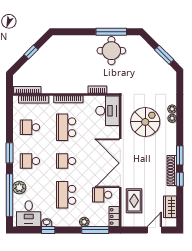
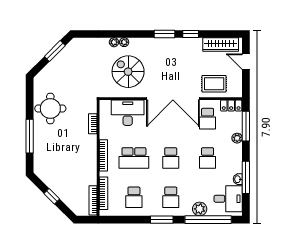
window: (111, 32) -> (30, 136), moved
desk: (108, 111) -> (128, 113), moved
shoe rack: (172, 171) -> (181, 43), removed
school desk: (66, 195) -> (208, 158), width x0.54
wardrobe: (170, 207) -> (221, 44), width x1.50
window: (48, 230) -> (246, 177), width x2.17

